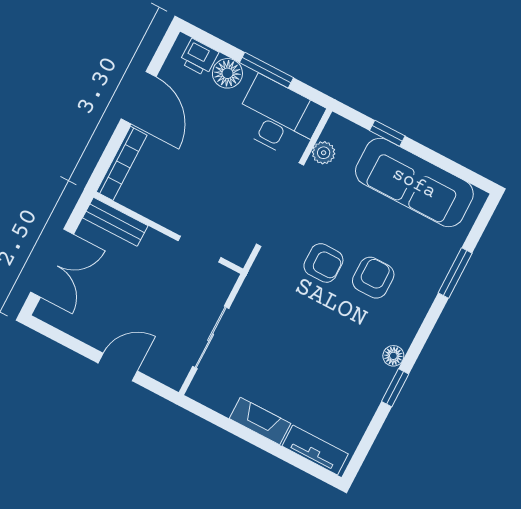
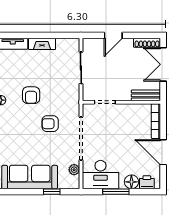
armchair: (373, 278) -> (31, 95), moved
shoe rack: (61, 320) -> (147, 43), added

